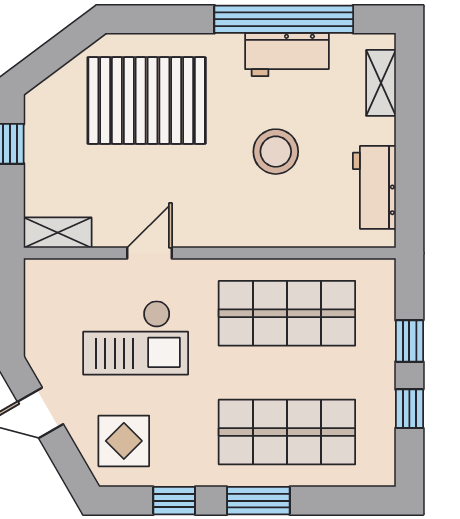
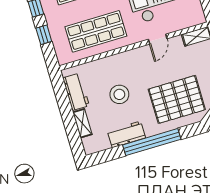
window: (284, 19) -> (152, 142), moved
shelving: (381, 83) -> (82, 123), moved

